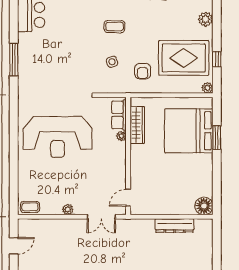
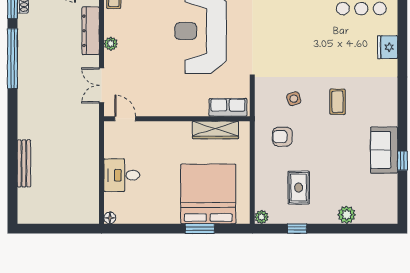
rug: (184, 58) -> (299, 188), width x0.54, depth x0.49
plant: (121, 136) -> (202, 110), removed
desk: (174, 200) -> (122, 175), added
floor lamp: (204, 206) -> (110, 218), width x0.53, depth x0.53
dresser: (175, 226) -> (91, 31), moved

